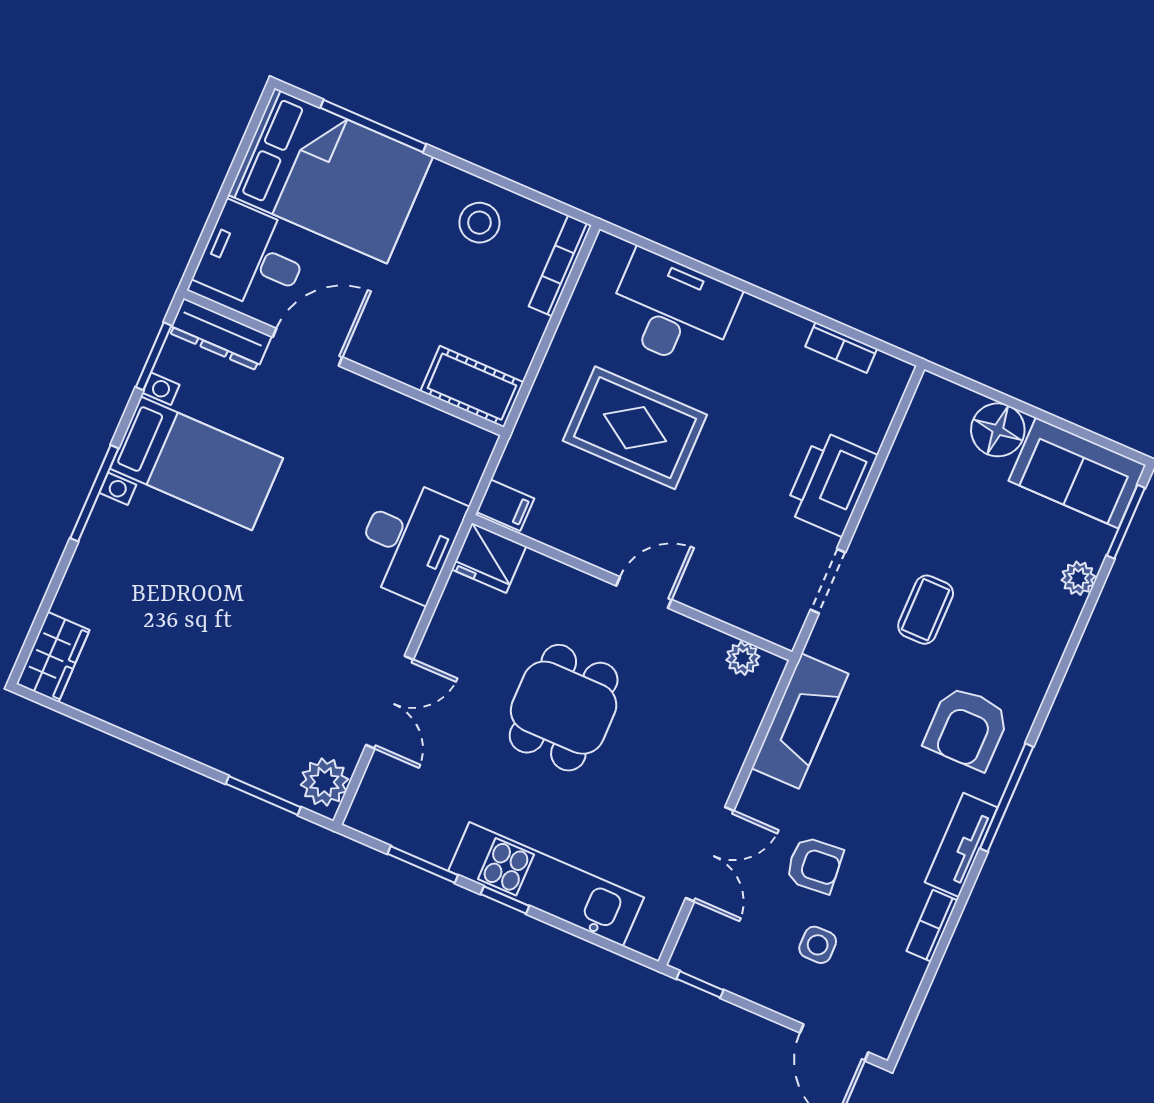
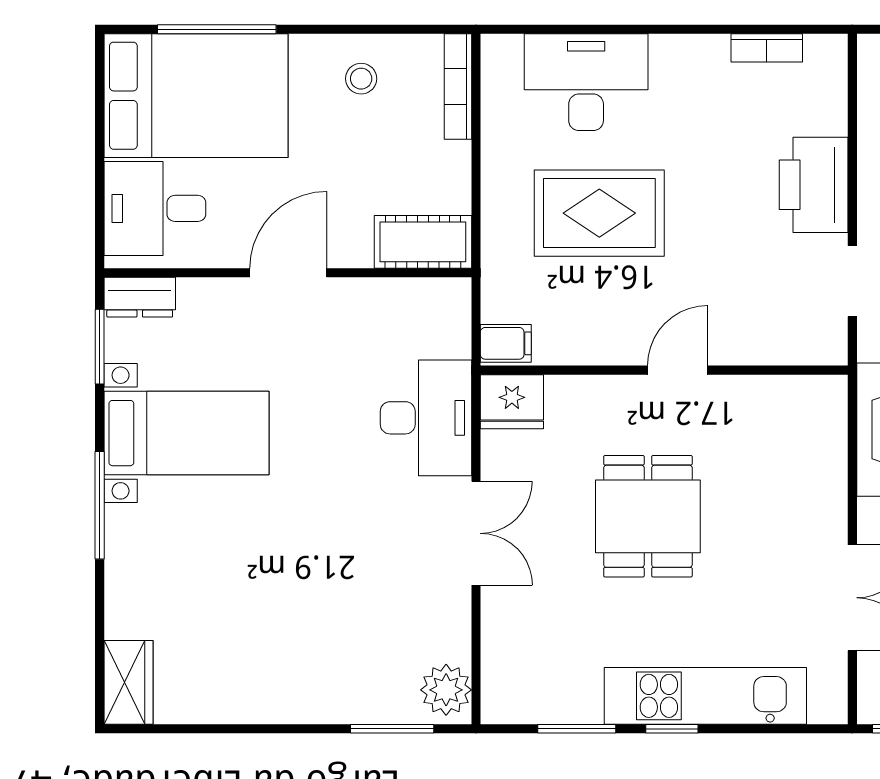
stool: (479, 223) -> (361, 79), width x0.73, depth x0.73
dresser: (220, 334) -> (140, 297), width x0.70
door: (308, 347) -> (288, 273), moved
plant: (743, 658) -> (802, 392), removed
double door: (390, 702) -> (476, 533), moved

